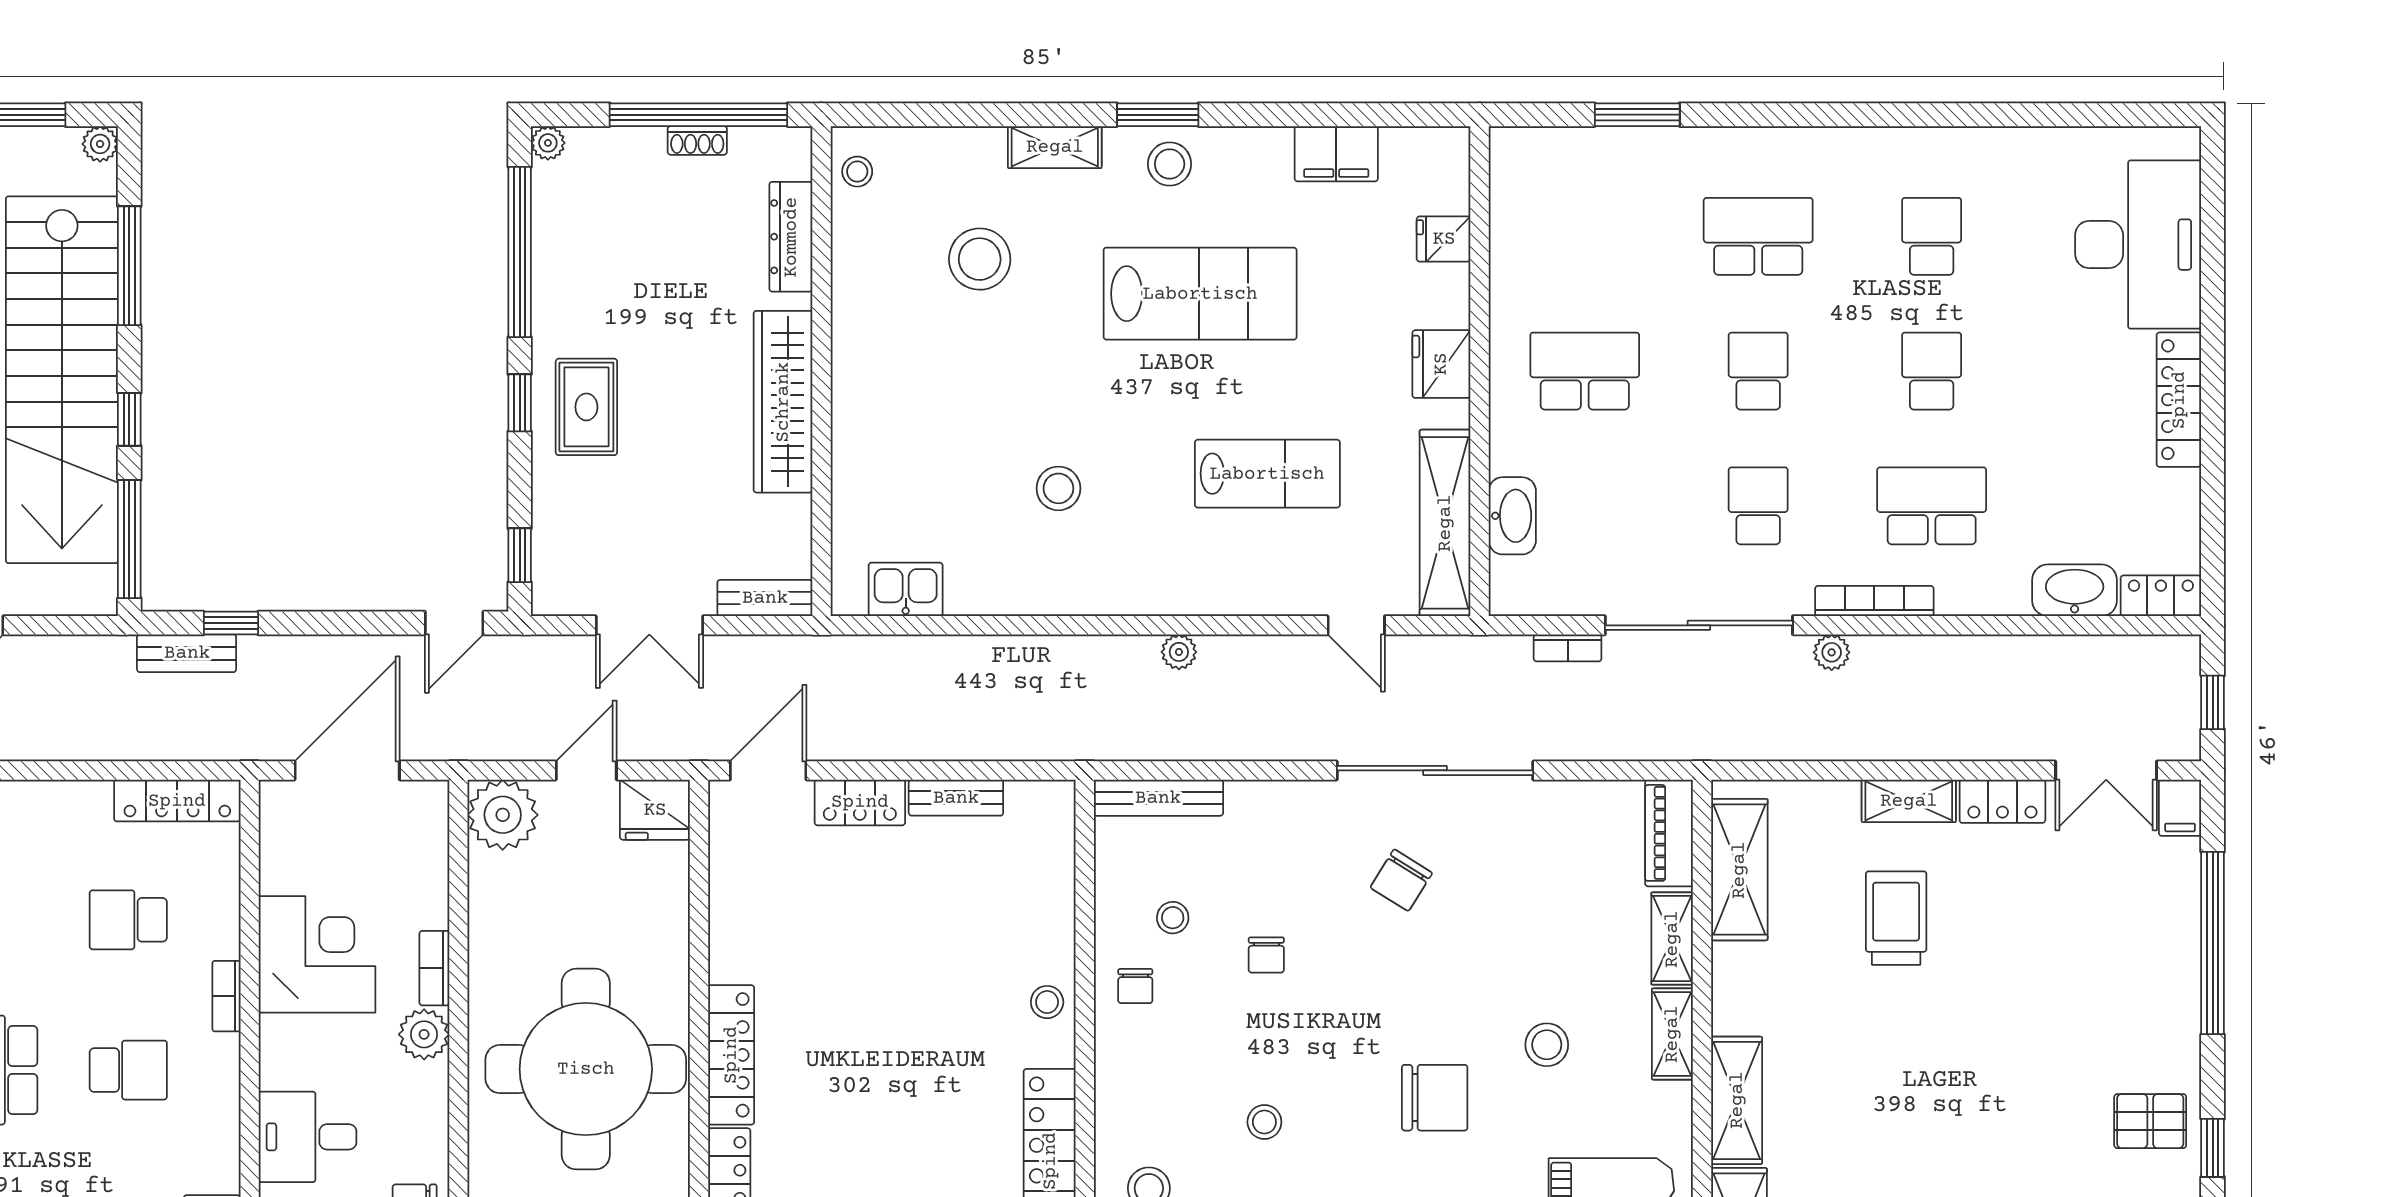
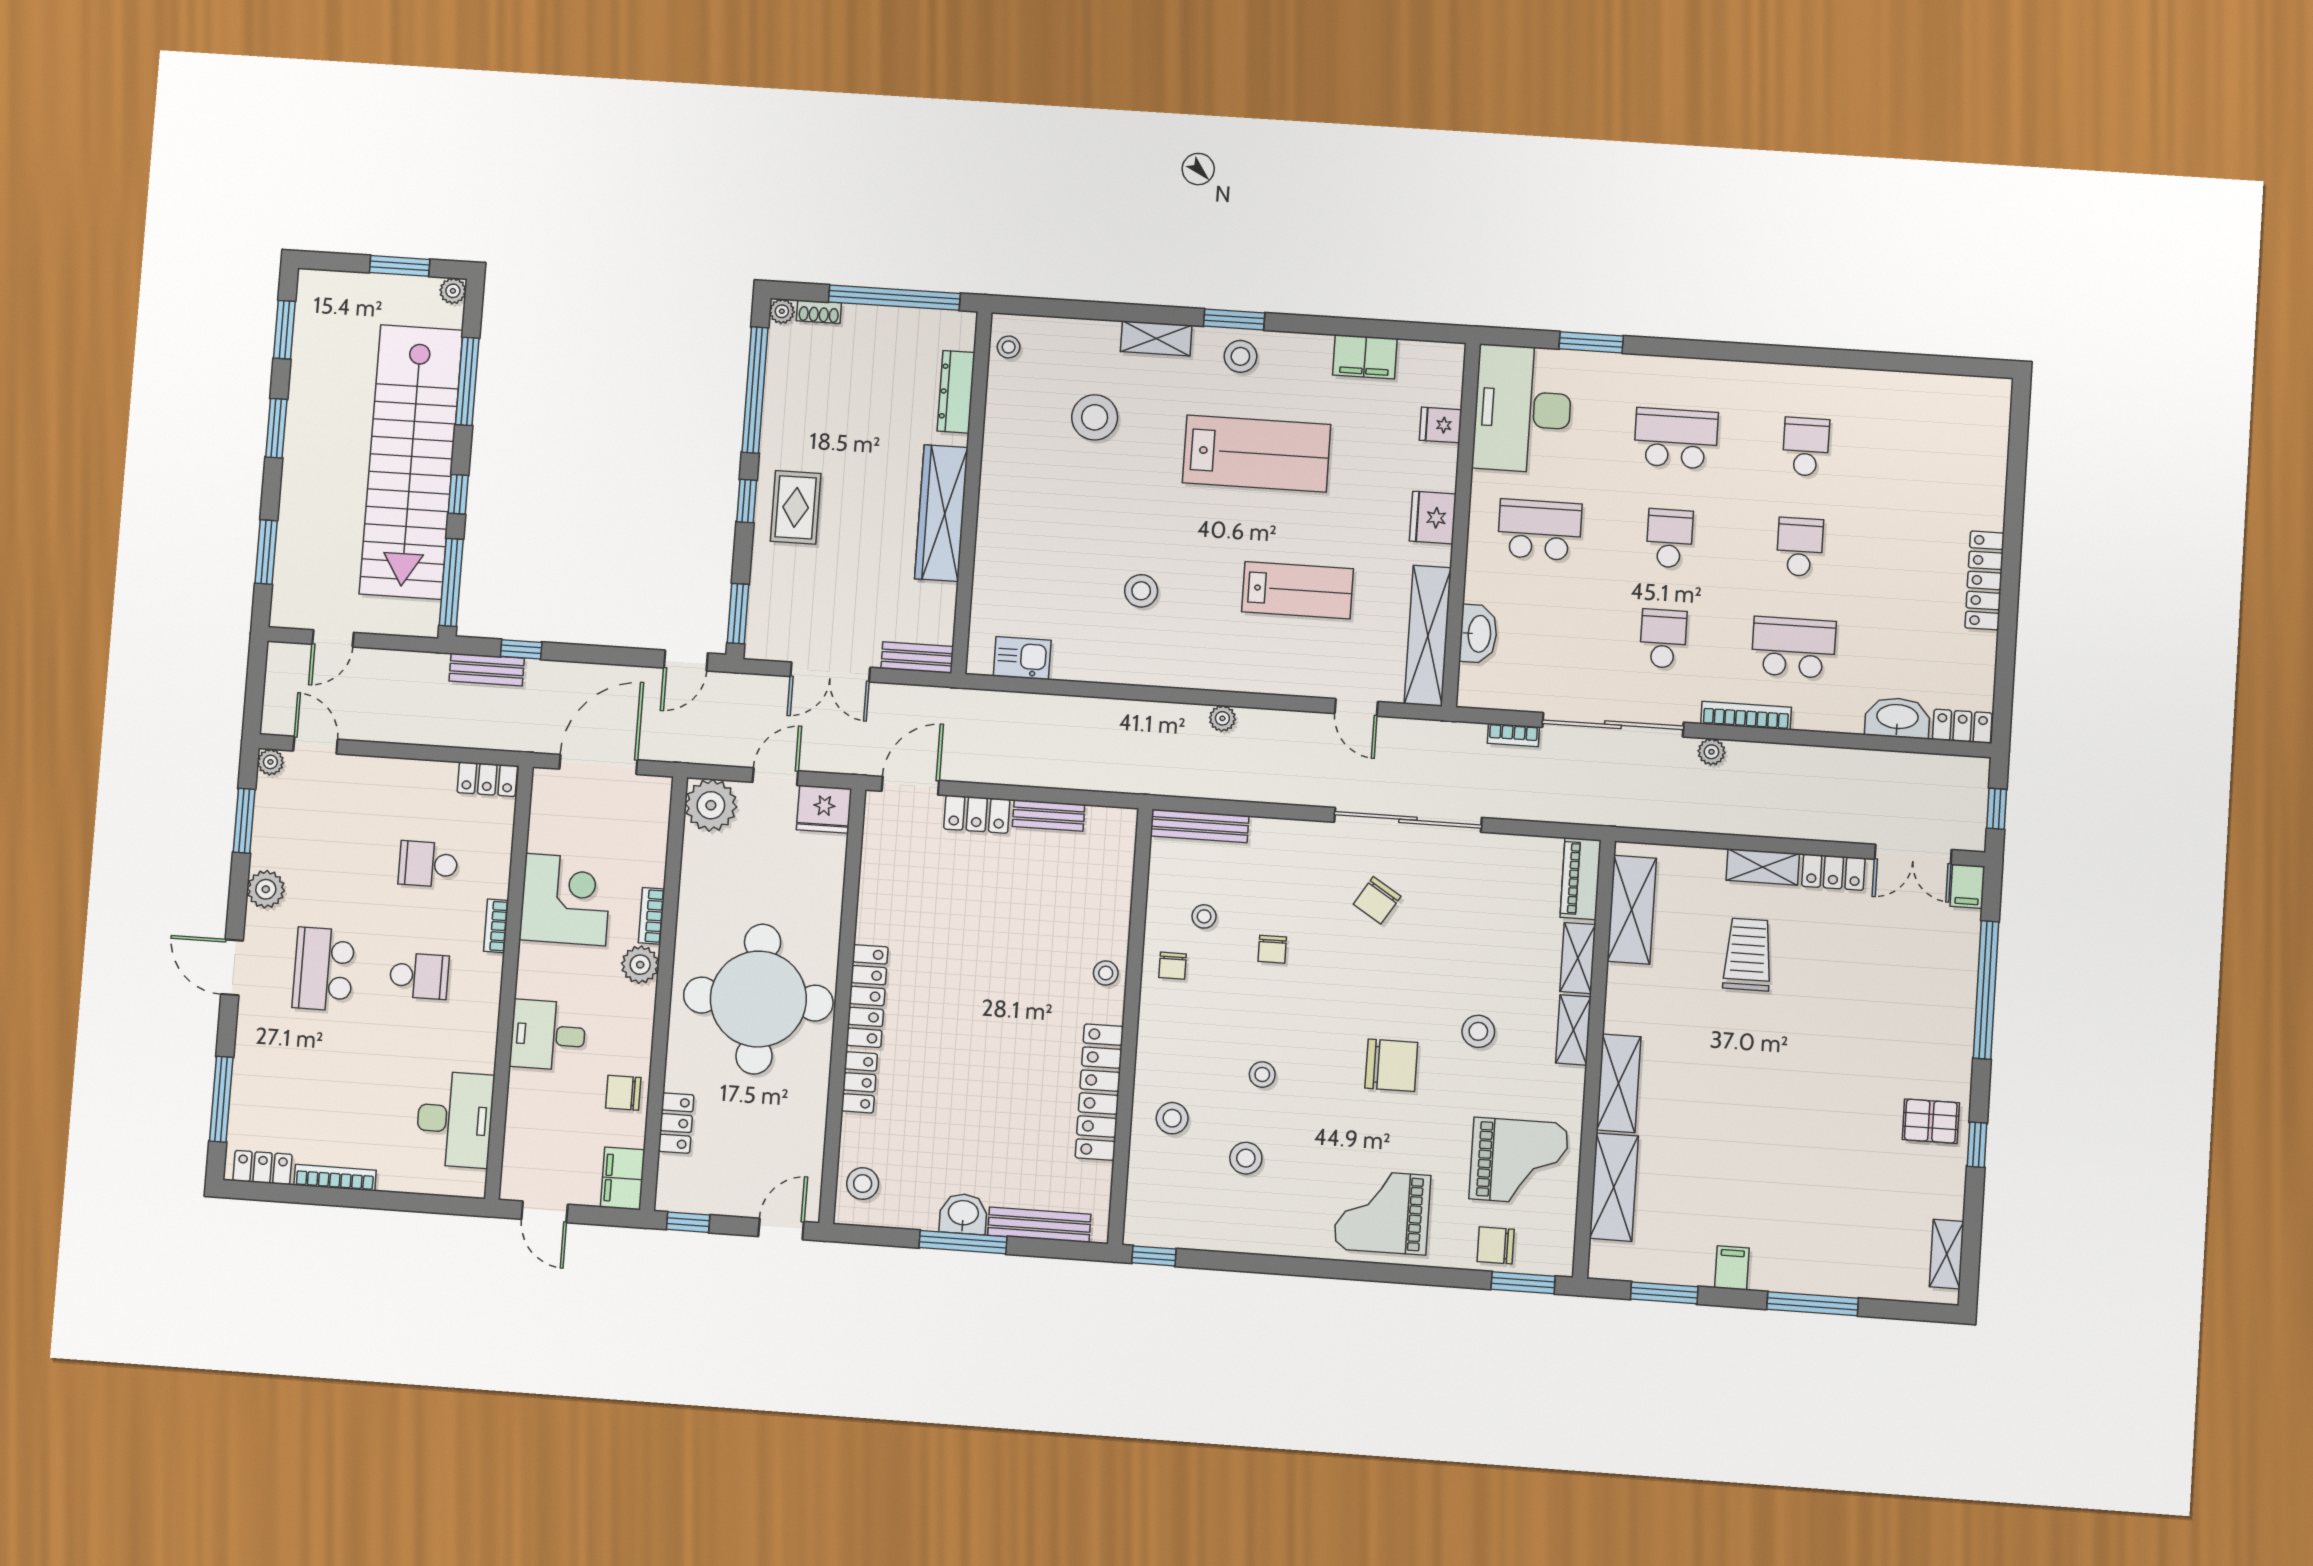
shoe rack: (697, 140) -> (819, 312), moved
desk: (2138, 245) -> (1523, 409), moved, turned 180
window: (520, 555) -> (738, 614), width x1.50
locker: (177, 801) -> (487, 779), width x0.66

